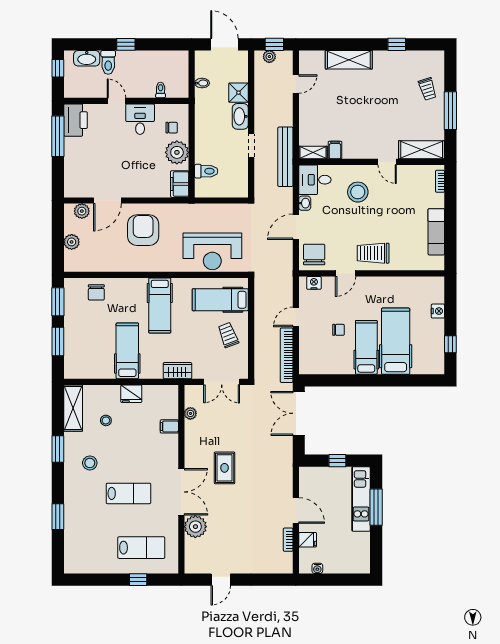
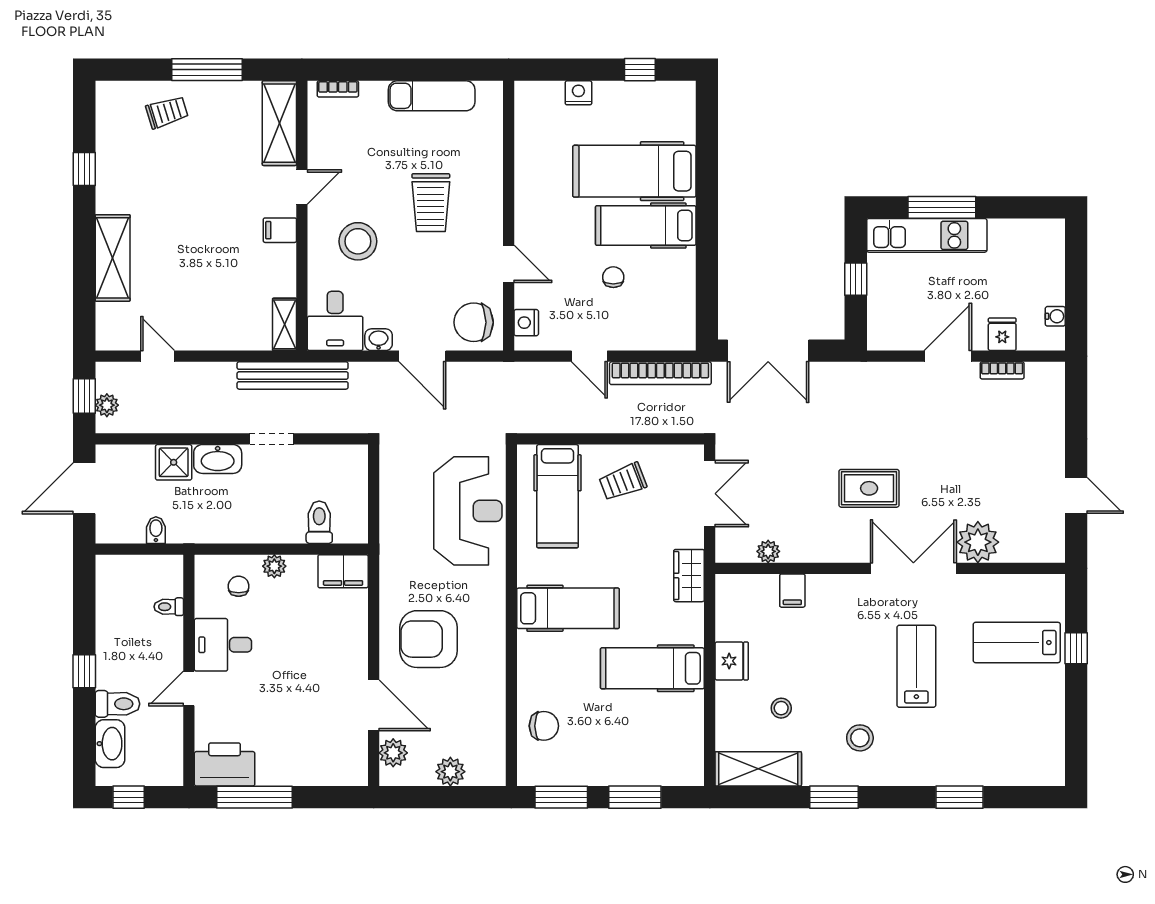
filing cabinet: (335, 150) -> (280, 230), moved
plant: (177, 152) -> (274, 566), width x0.53, depth x0.53
trolley: (373, 253) -> (431, 203), moved
lab bench: (141, 548) -> (1017, 643), turned -90

